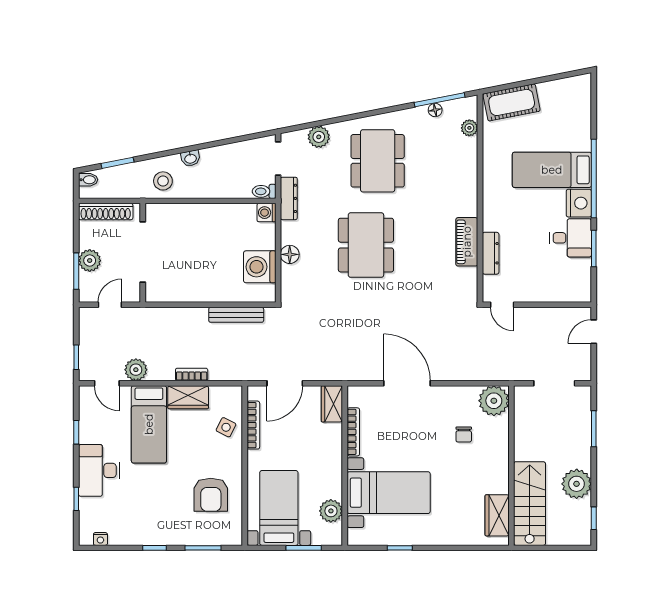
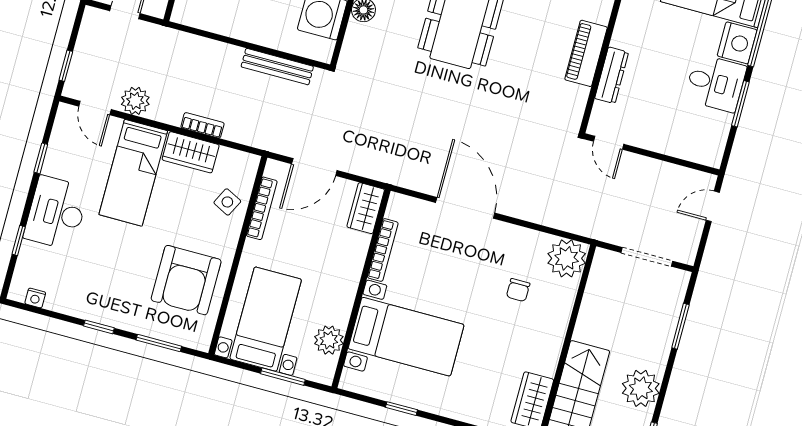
armchair: (211, 495) -> (186, 280), width x1.36, depth x1.36

